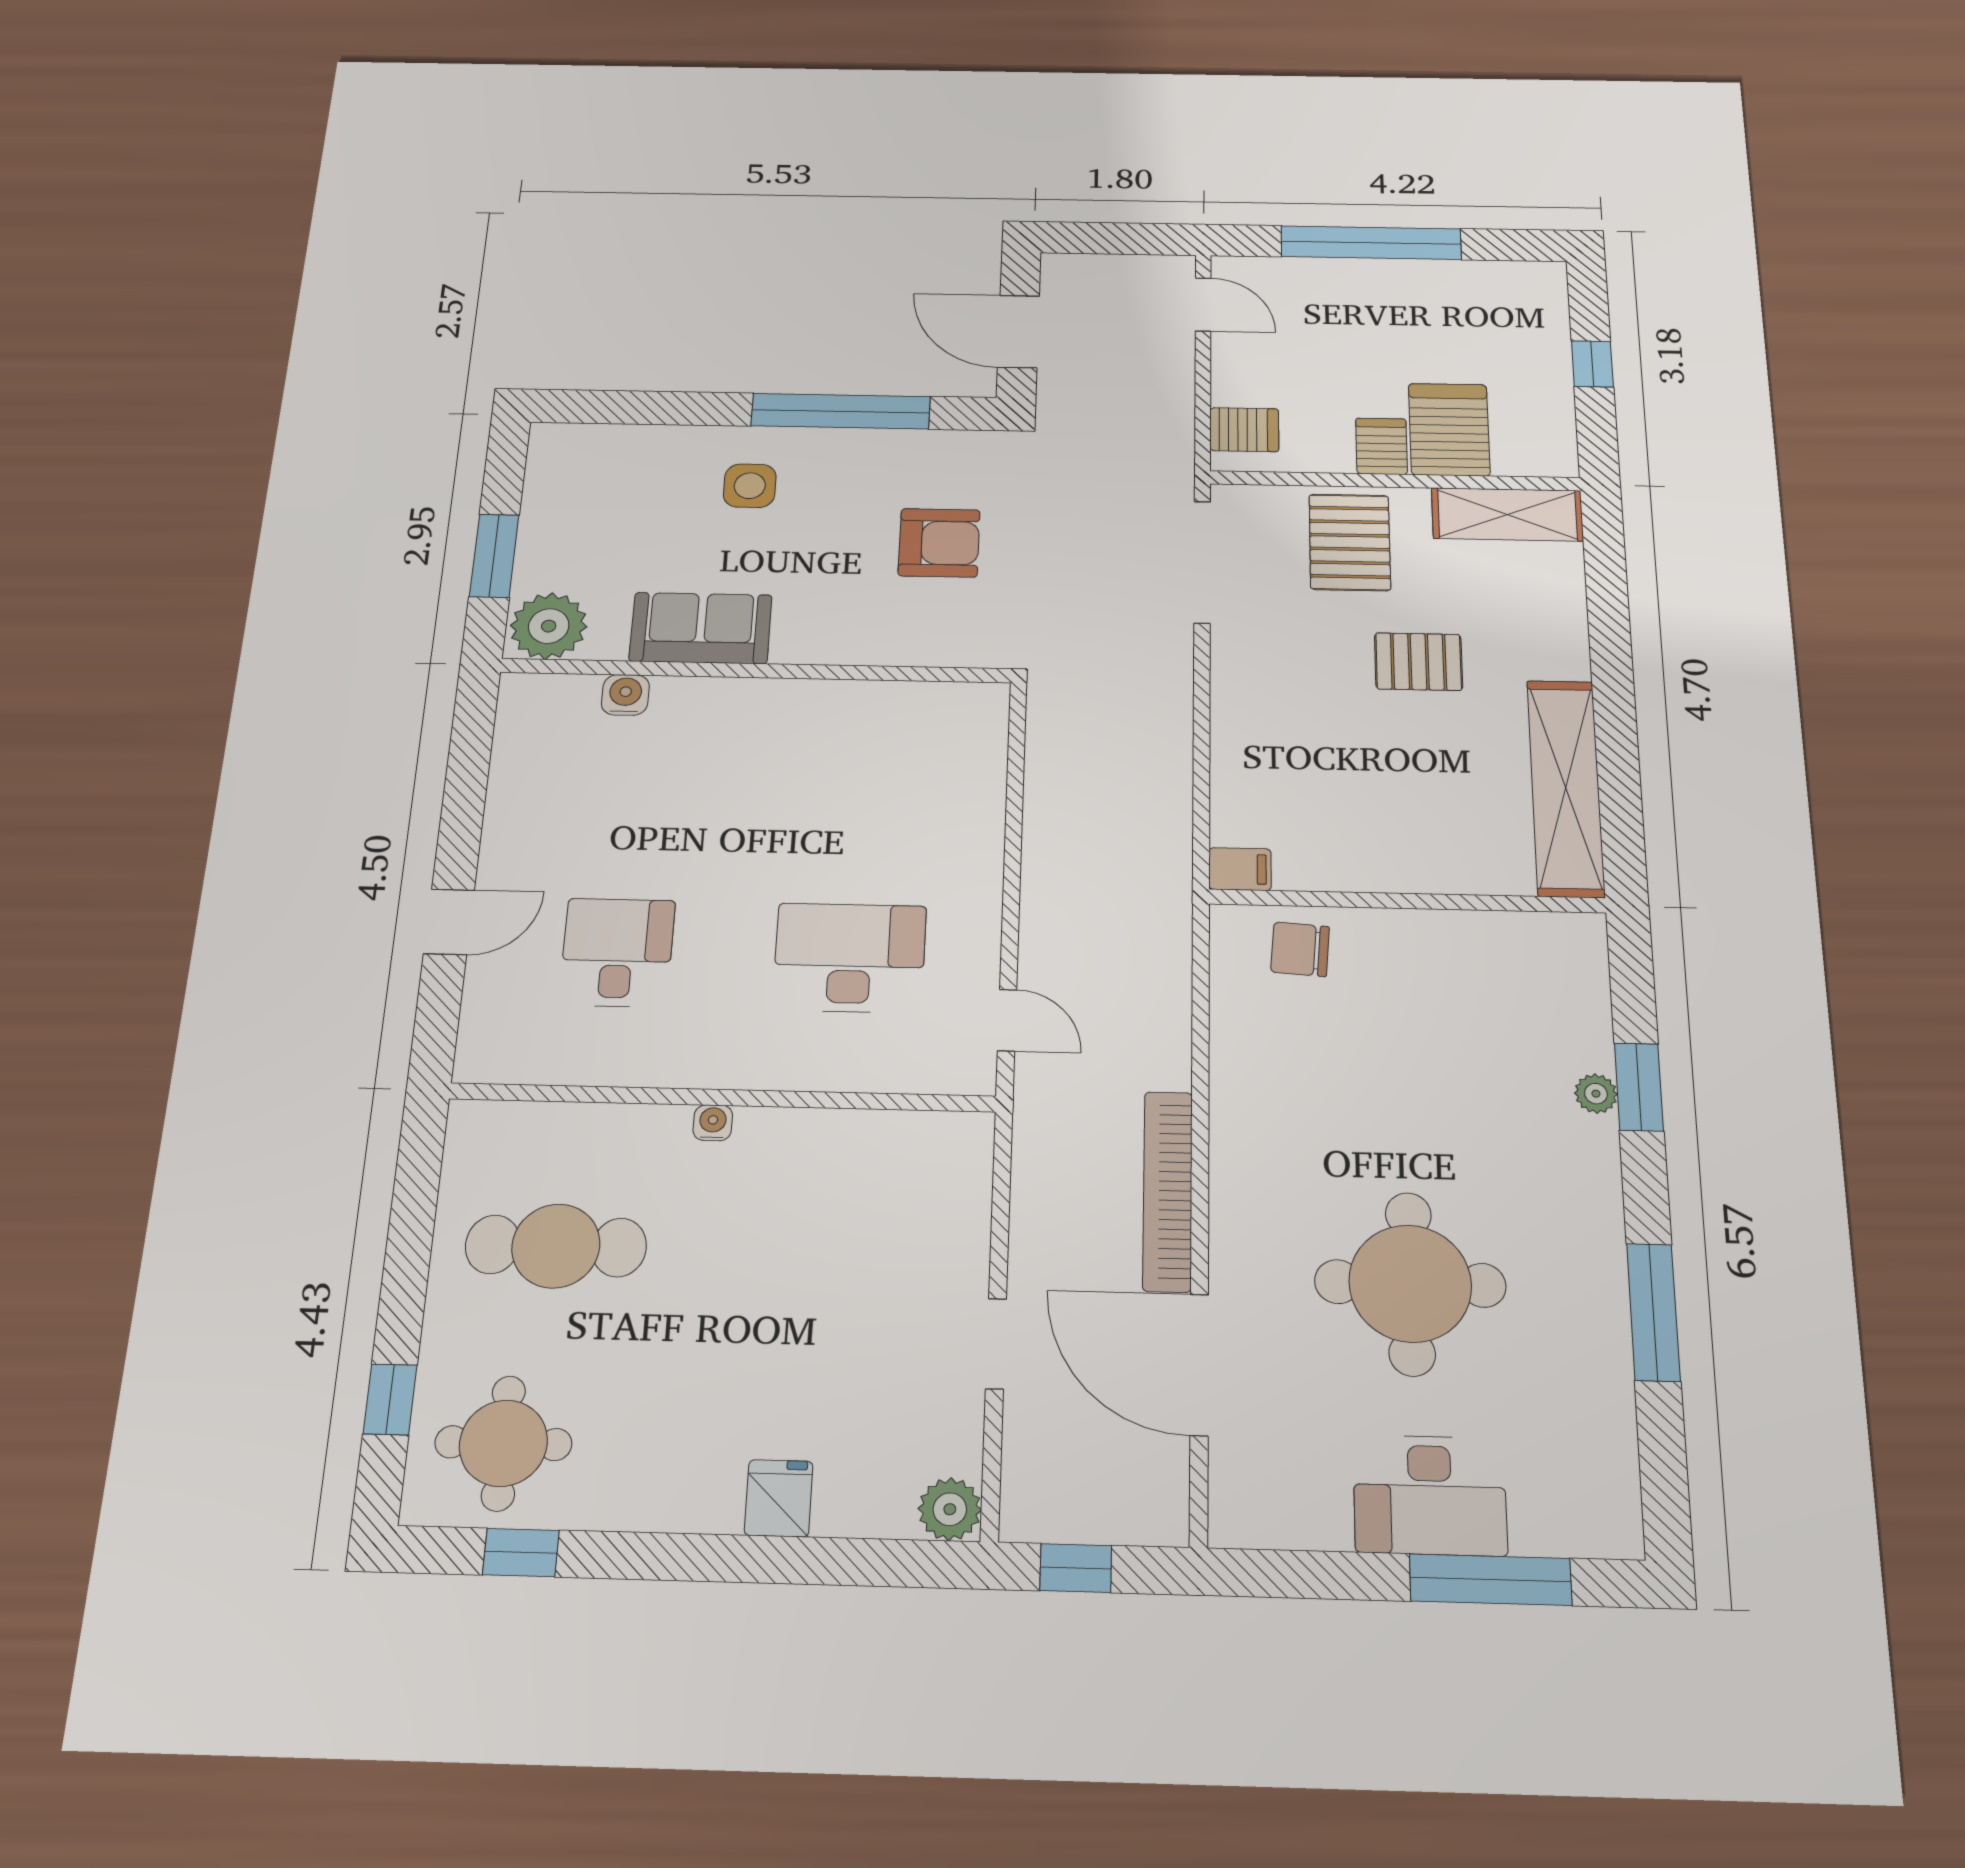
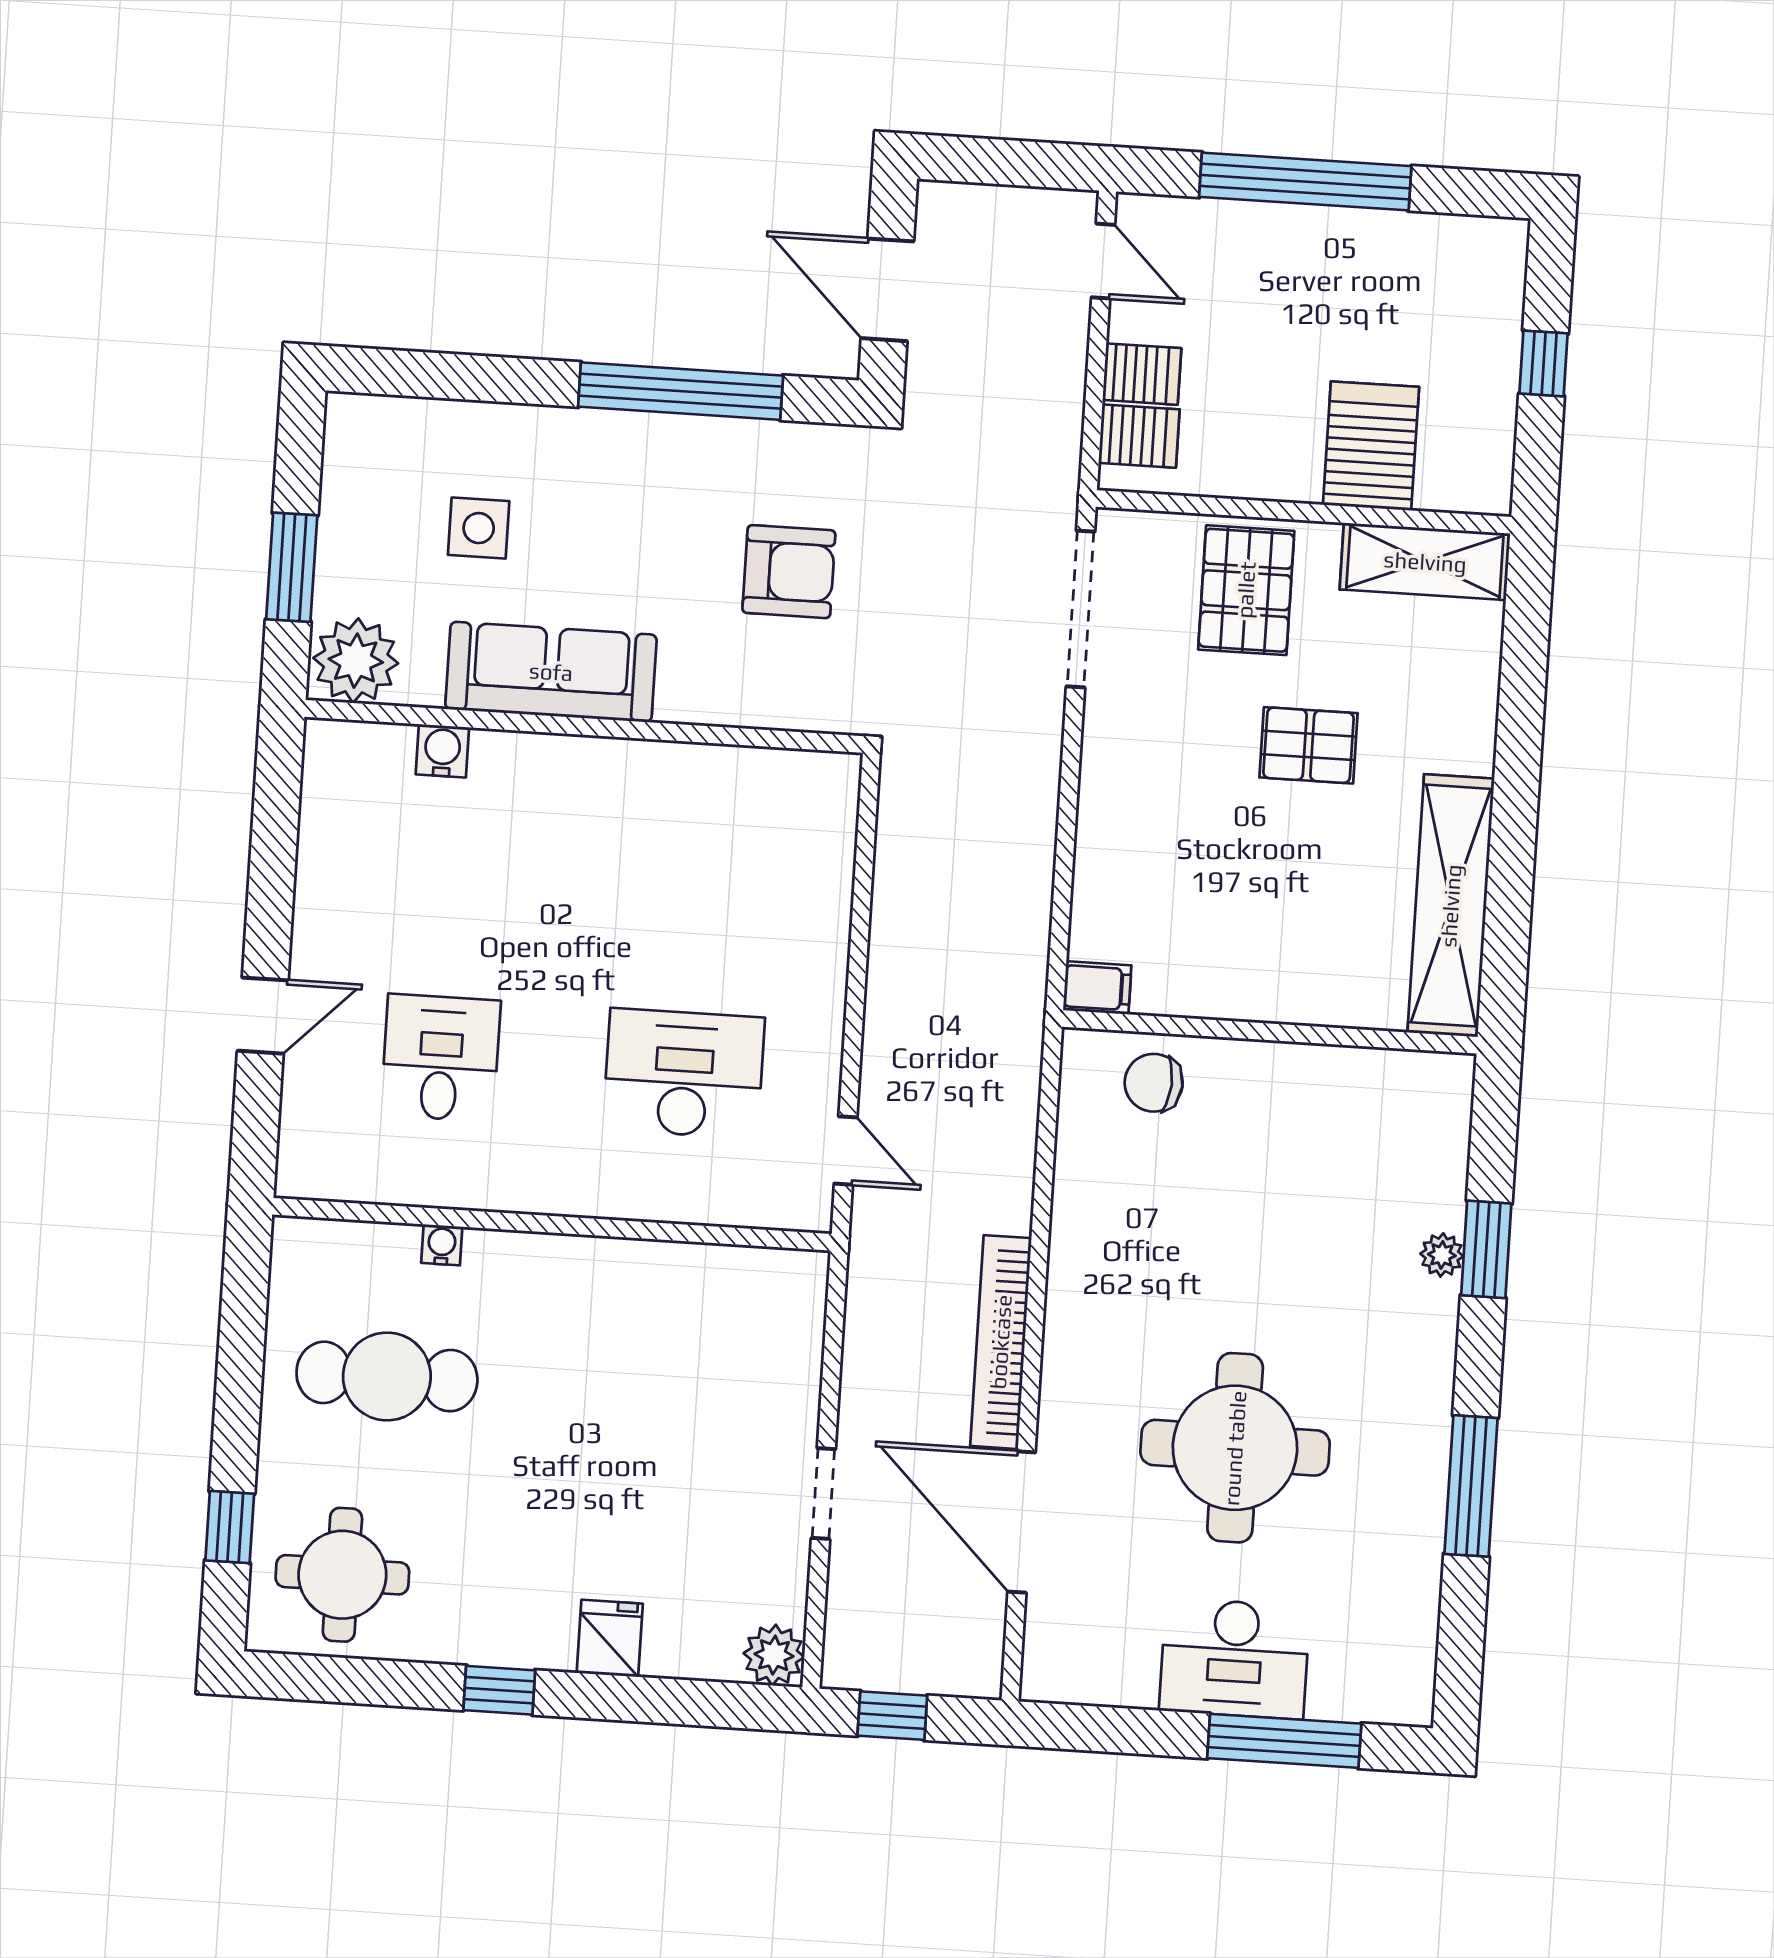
server rack: (1382, 446) -> (1142, 374), moved, turned 90
side table: (750, 486) -> (479, 528), moved
sofa: (701, 628) -> (551, 672), width x1.36
water cooler: (713, 1123) -> (442, 1245), moved
window: (521, 1552) -> (499, 1690), moved

